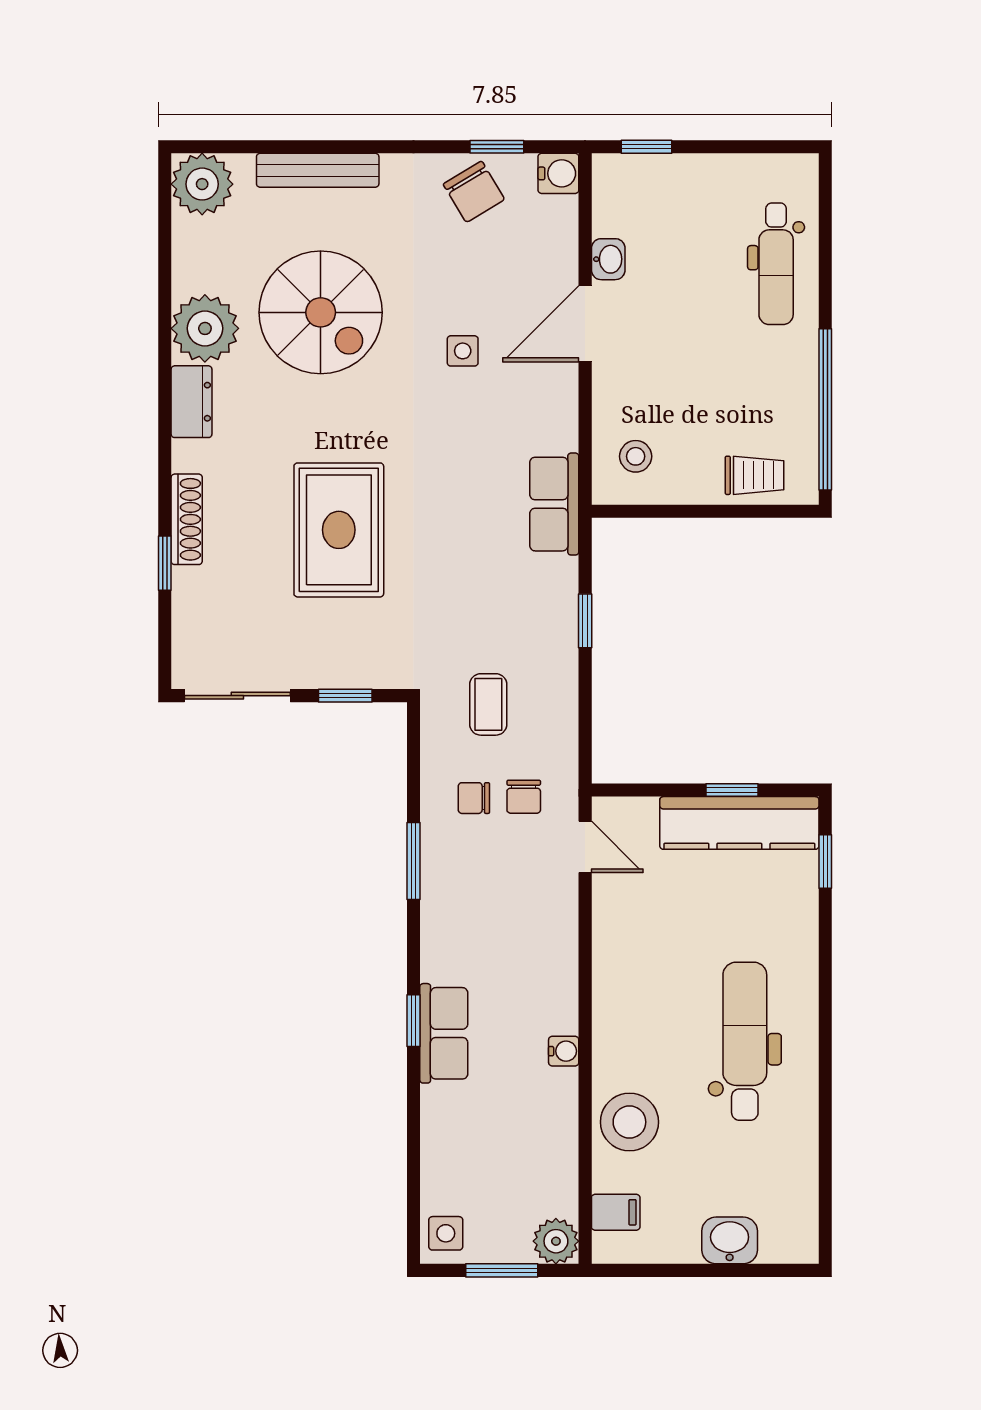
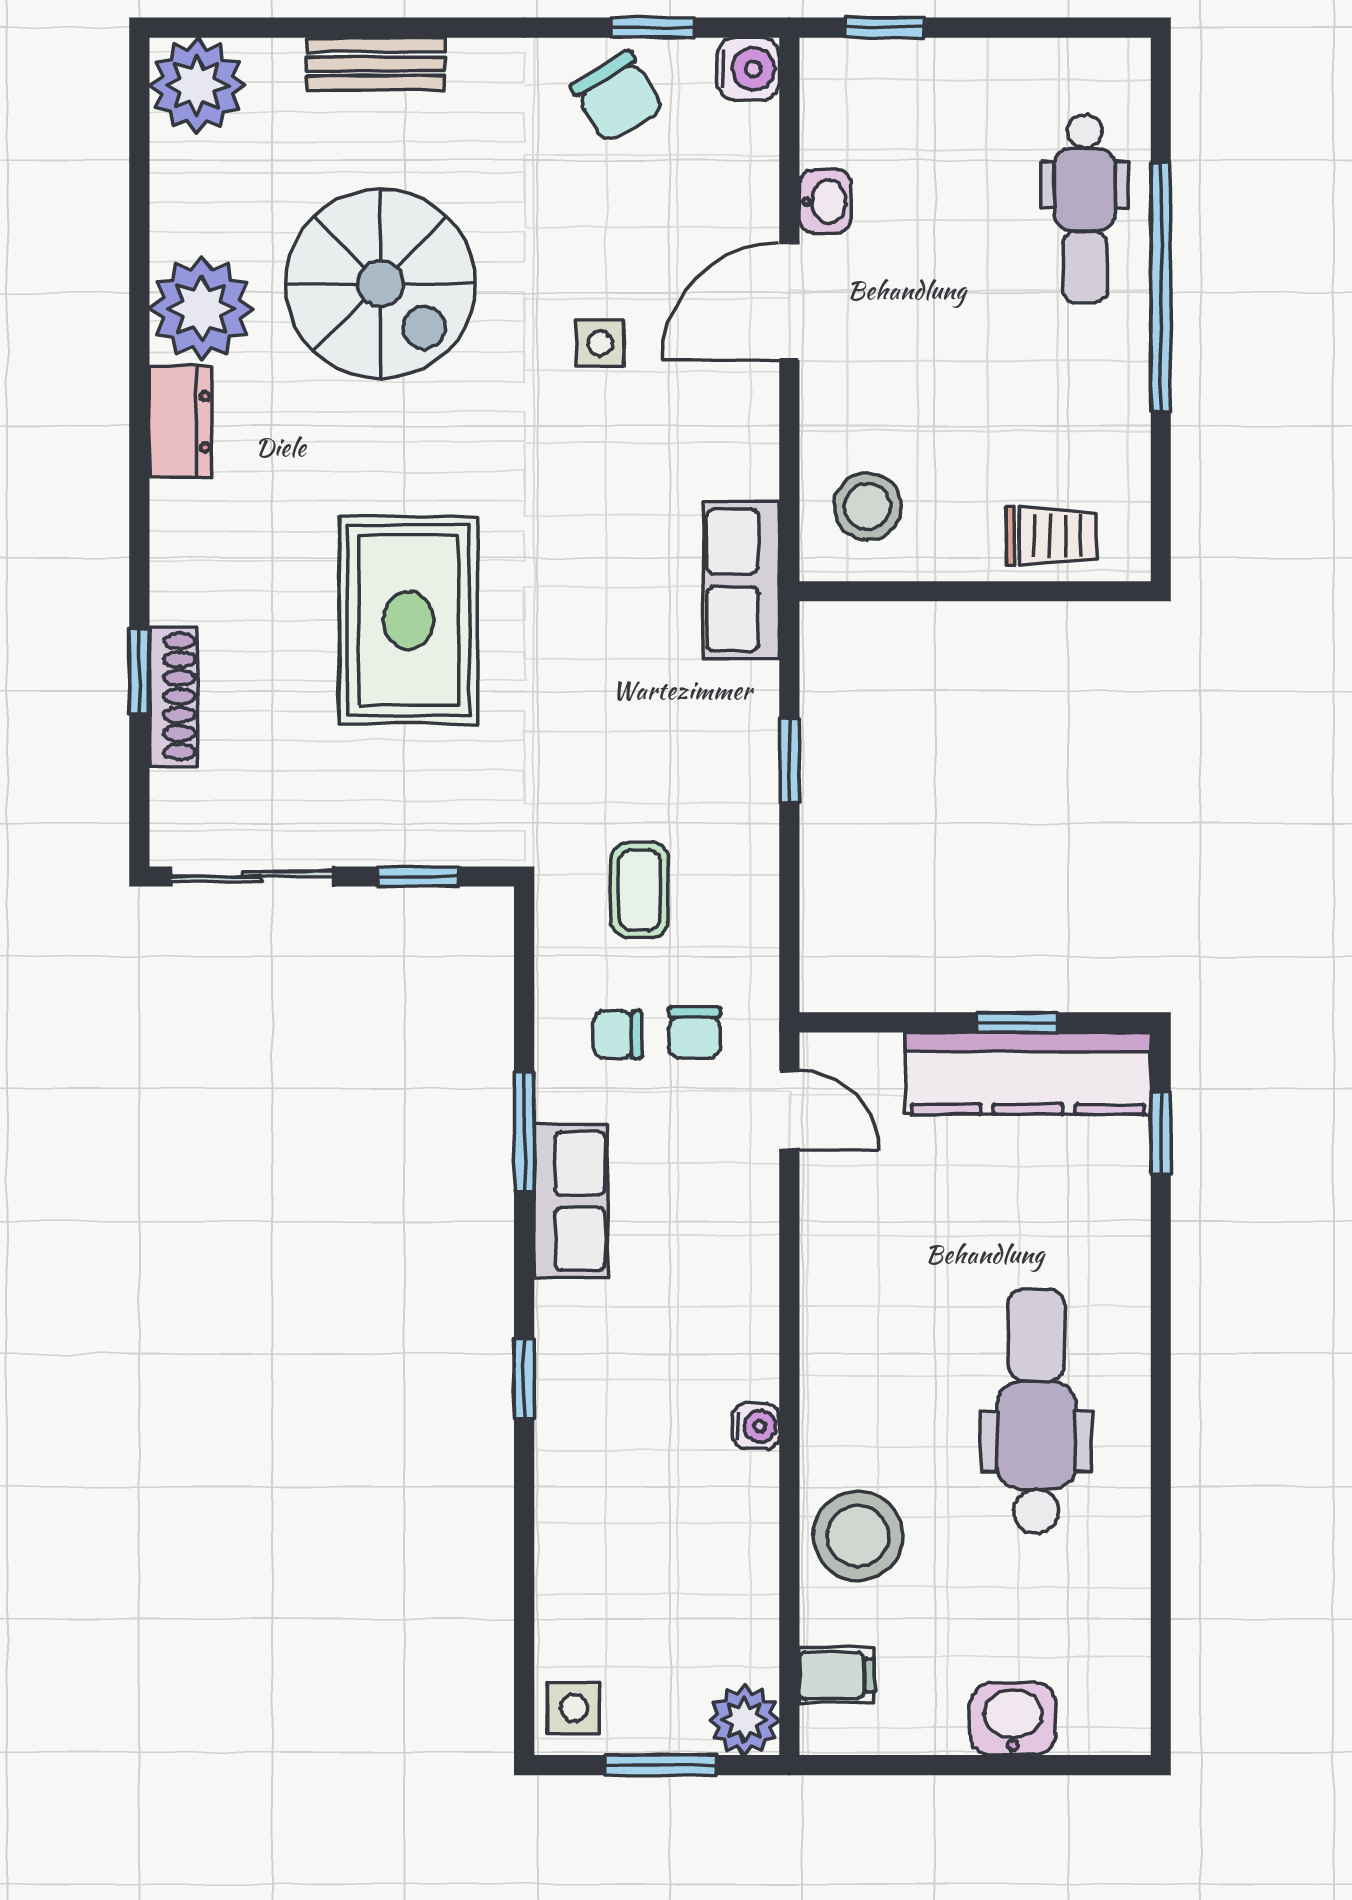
bench: (318, 170) -> (376, 64), width x0.73
window: (825, 409) -> (1161, 287), moved
stool: (636, 456) -> (868, 506), width x1.37, depth x1.37
shoe rack: (187, 519) -> (173, 696), moved
row of seats: (444, 1033) -> (571, 1201), moved

